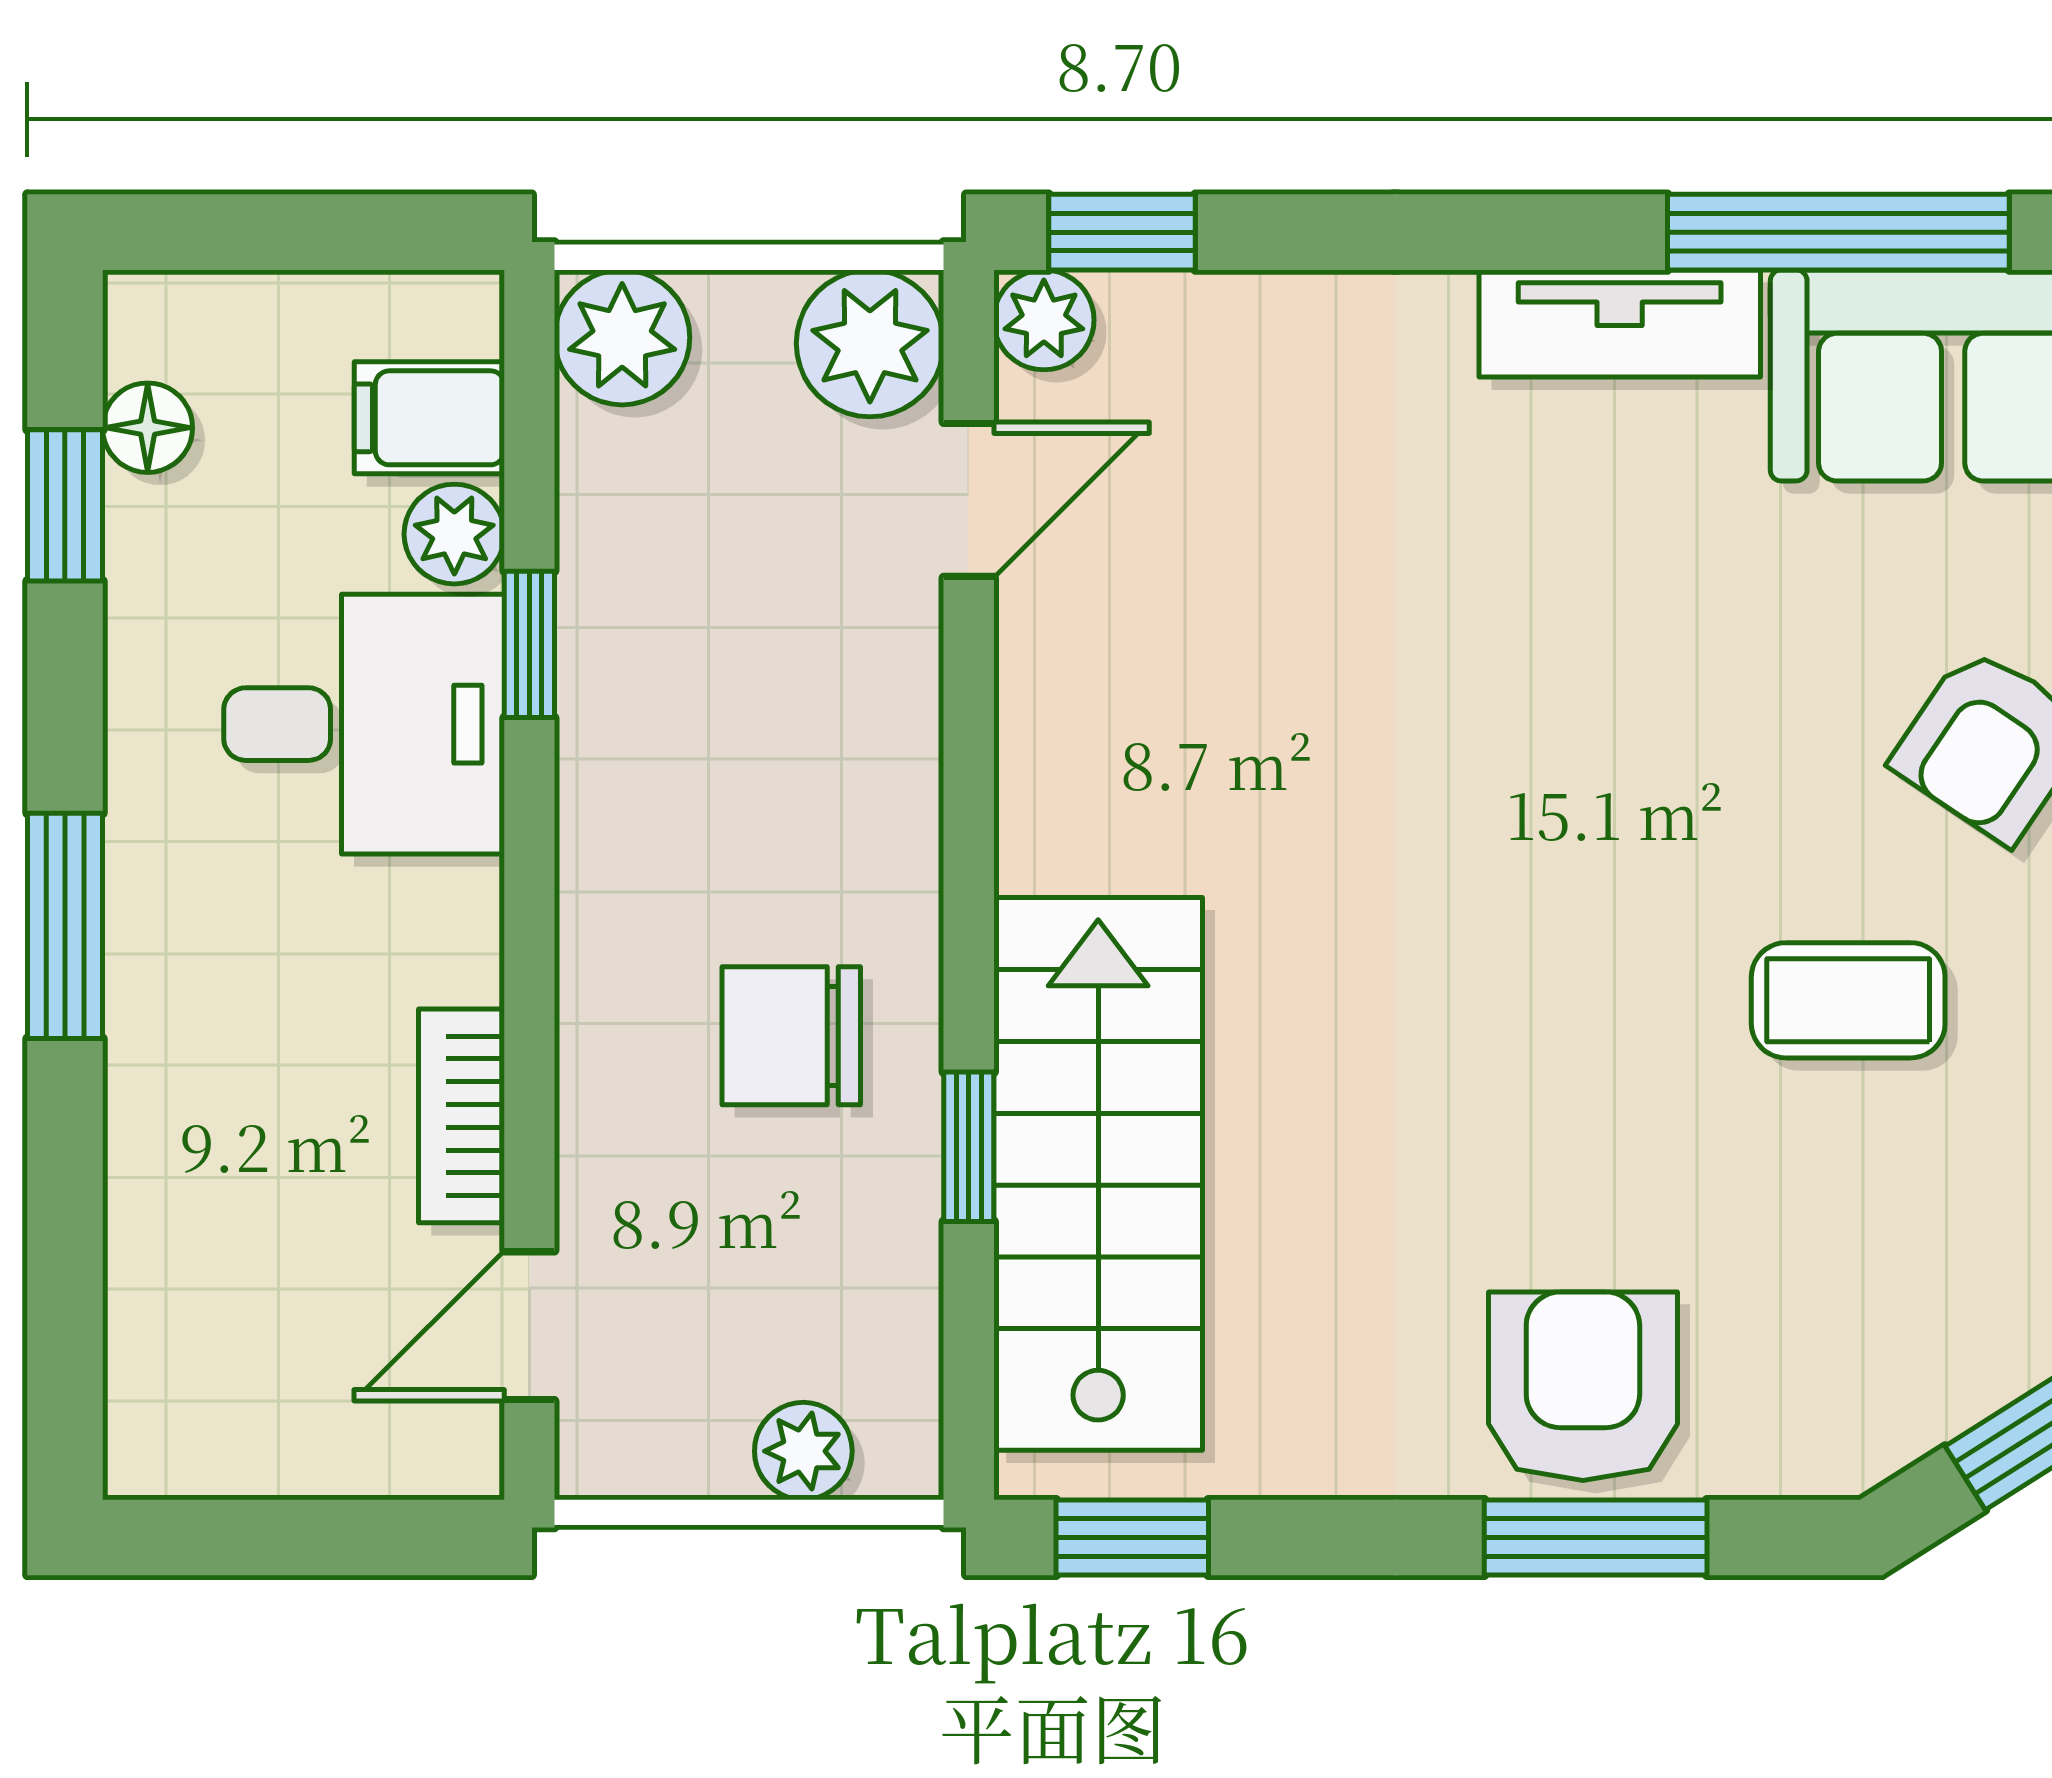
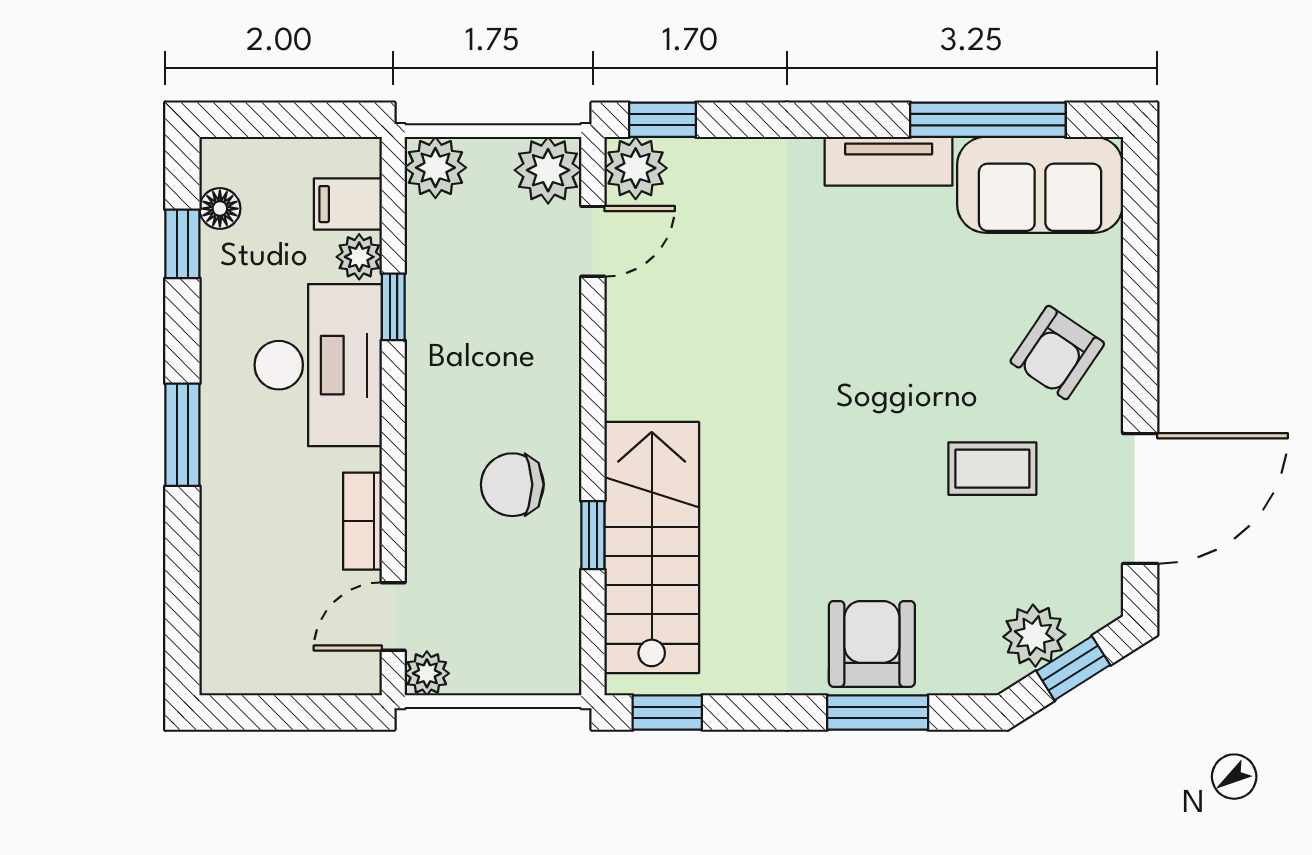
plant: (1044, 320) -> (636, 168), width x1.38, depth x1.38
desk: (364, 724) -> (318, 365), width x1.37
plant: (1940, 1368) -> (1034, 636), added
plant: (803, 1451) -> (427, 673), moved

